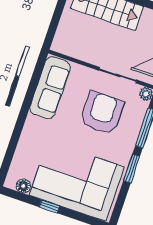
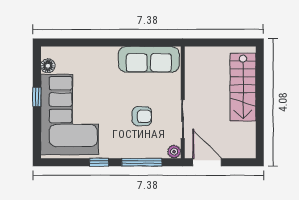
armchair: (102, 113) -> (142, 116), width x0.53, depth x0.53
window: (132, 169) -> (99, 162), width x0.67

